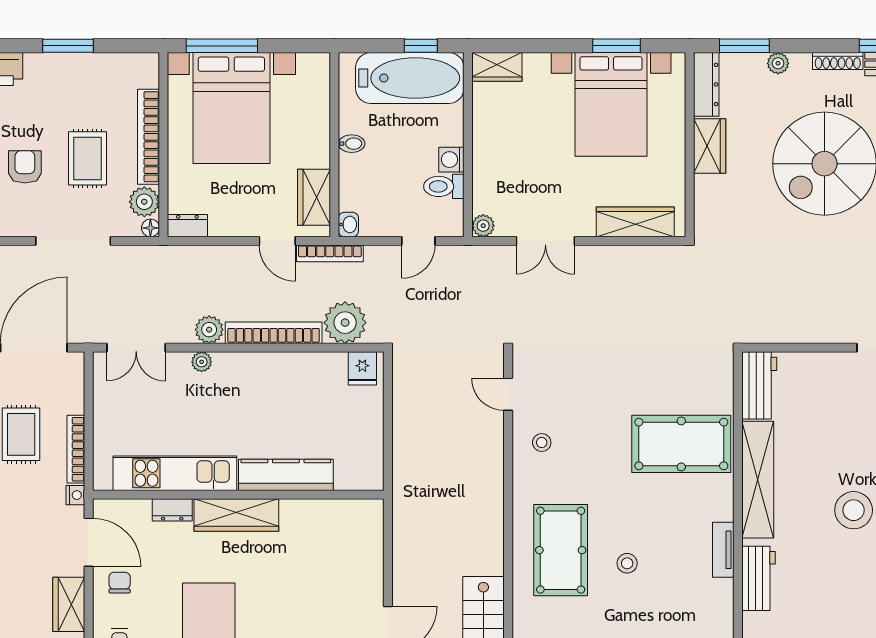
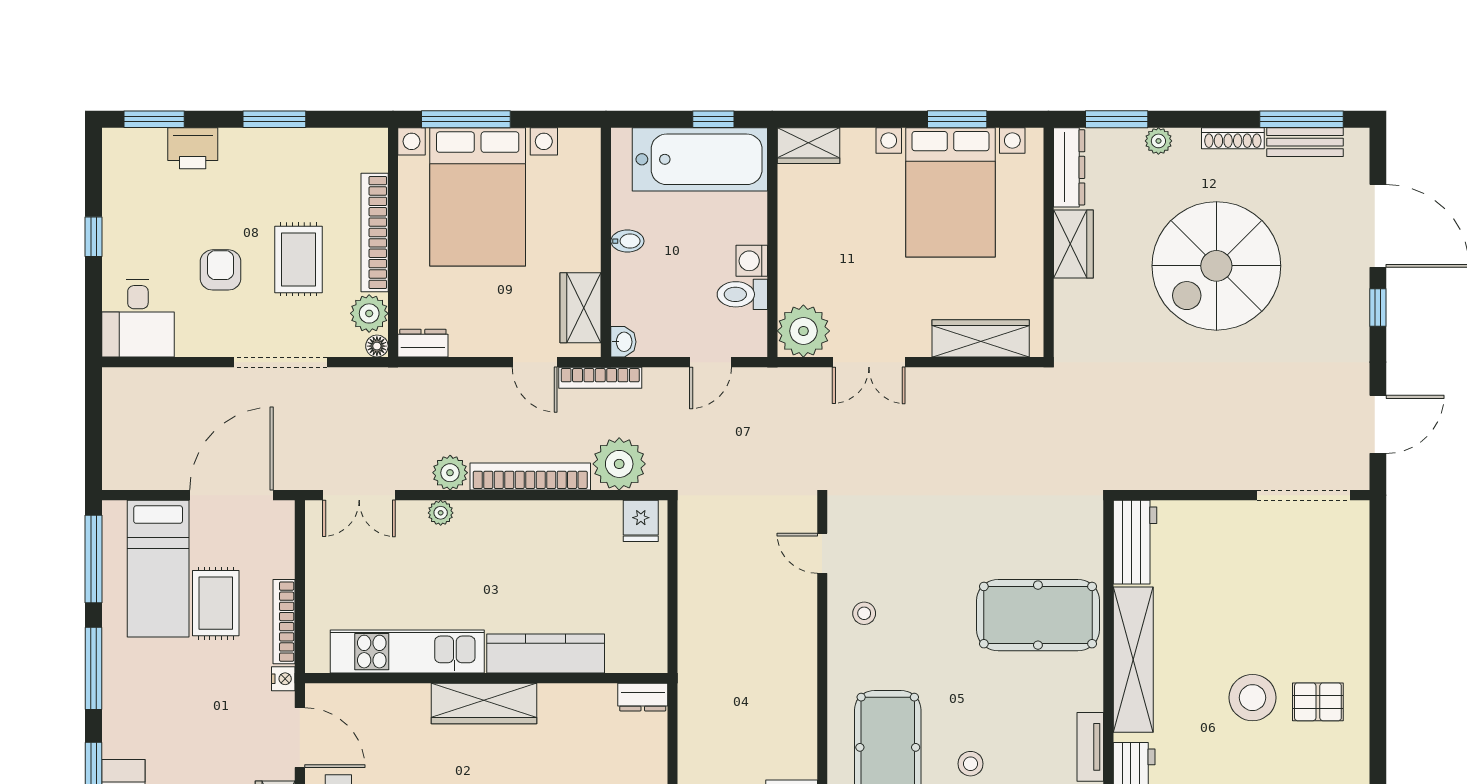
plant: (483, 226) -> (803, 331), width x1.88, depth x1.88
dresser: (172, 510) -> (643, 697), moved

